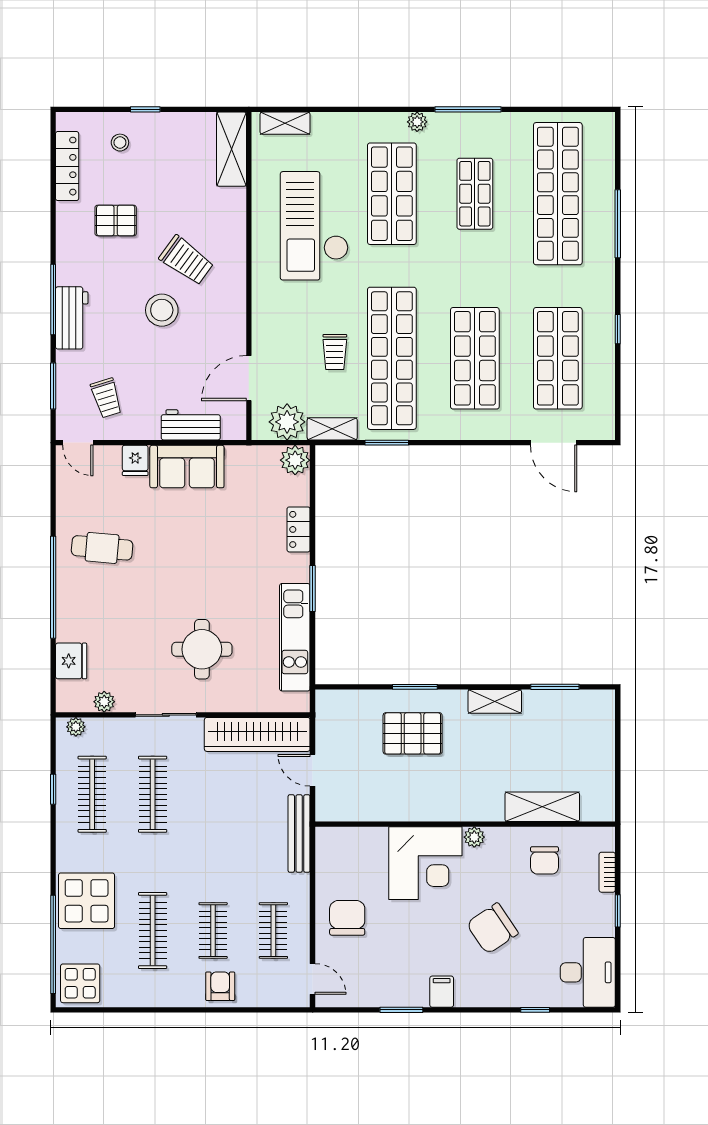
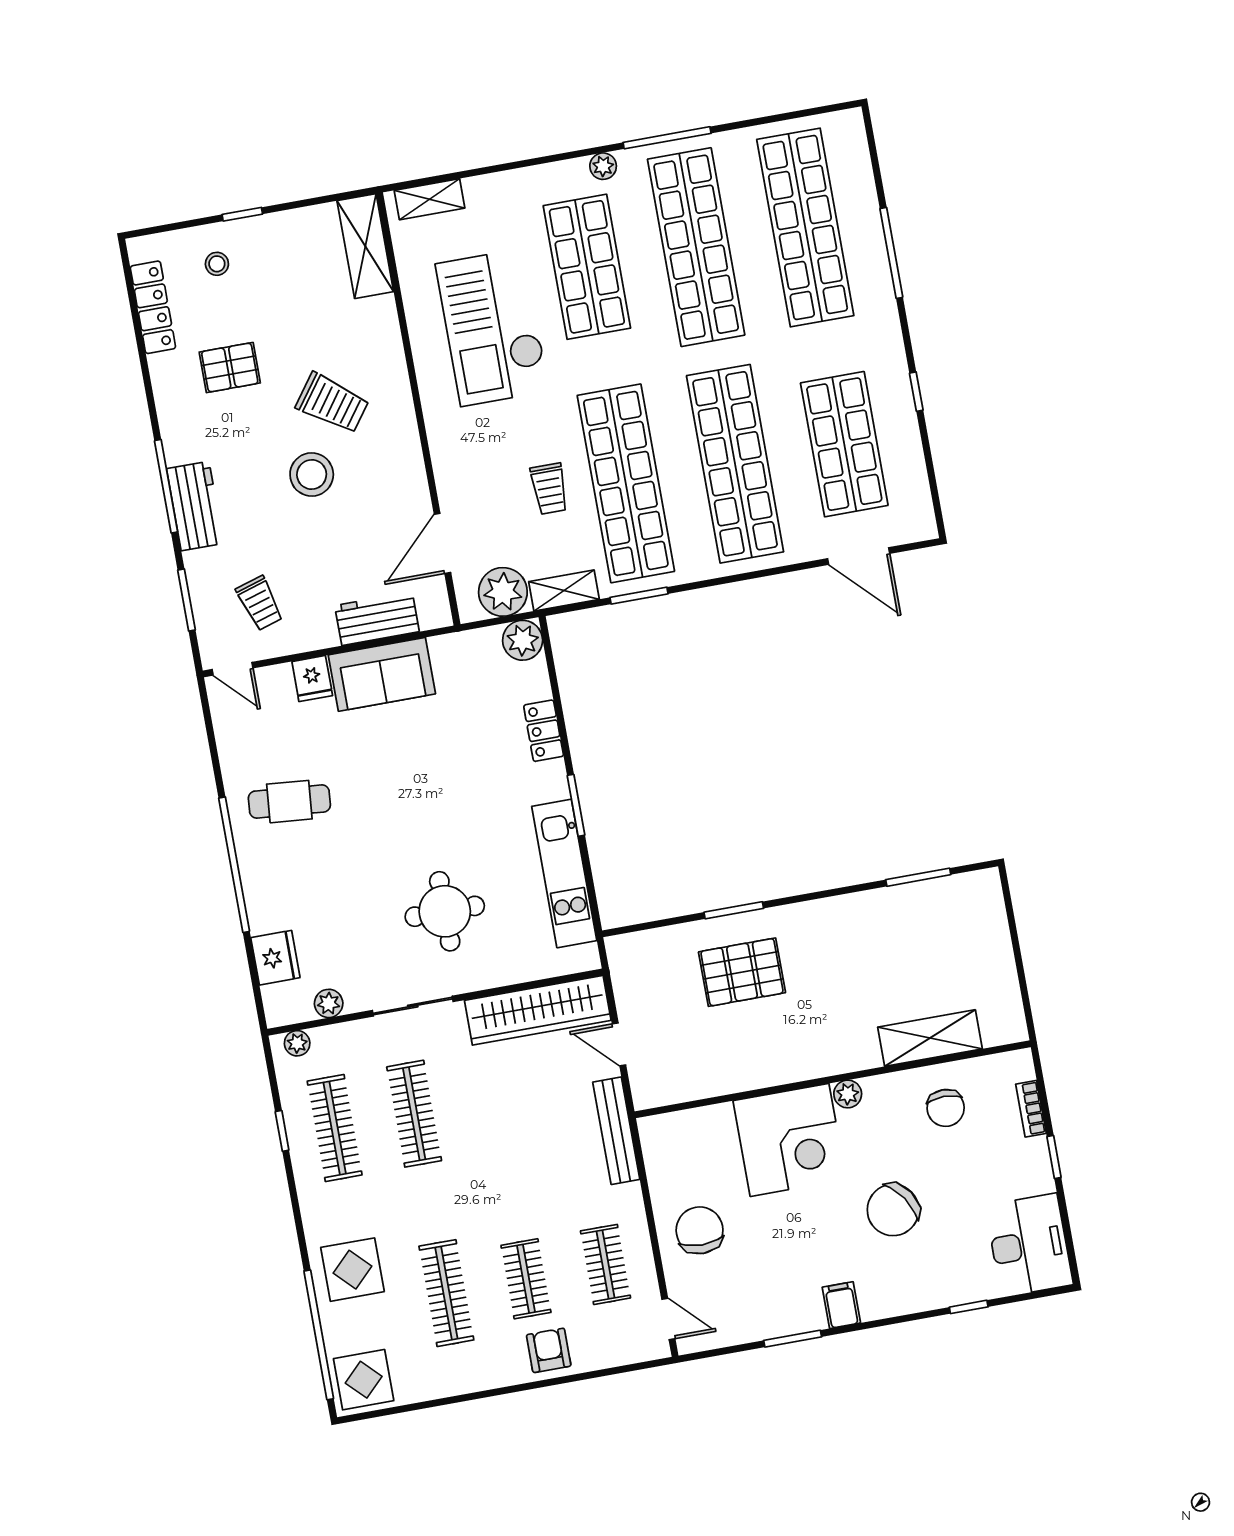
shop shelf: (475, 194) -> (696, 247), width x2.00, depth x1.36
shop shelf: (475, 358) -> (735, 464), width x1.40
shelving: (495, 701) -> (843, 910), removed
display table: (87, 901) -> (353, 1270), width x0.73, depth x0.73

